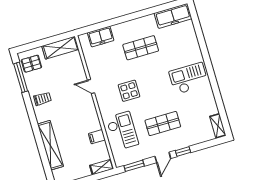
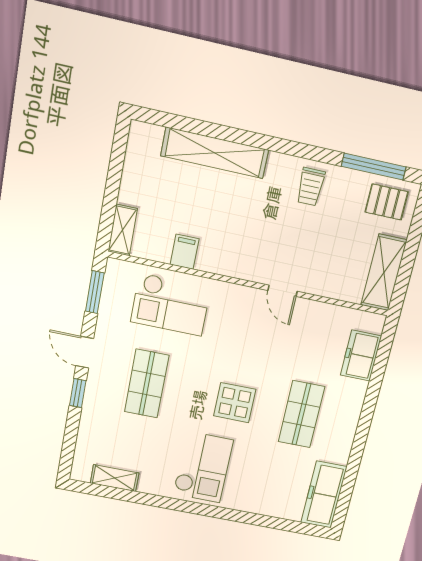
pallet: (31, 64) -> (387, 202), turned 90
door: (91, 87) -> (283, 291), swing flipped
display table: (129, 91) -> (235, 403), moved
shelving: (218, 126) -> (115, 478), moved

